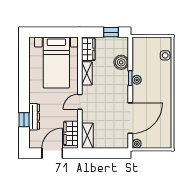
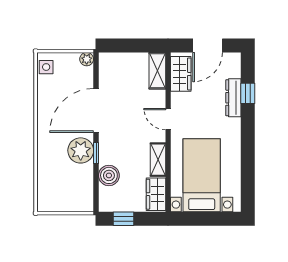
side table: (165, 55) -> (46, 67), moved
plant: (137, 80) -> (81, 150), width x1.88, depth x1.88
door: (80, 102) -> (168, 119), swing flipped
door: (130, 118) -> (96, 110), moved

